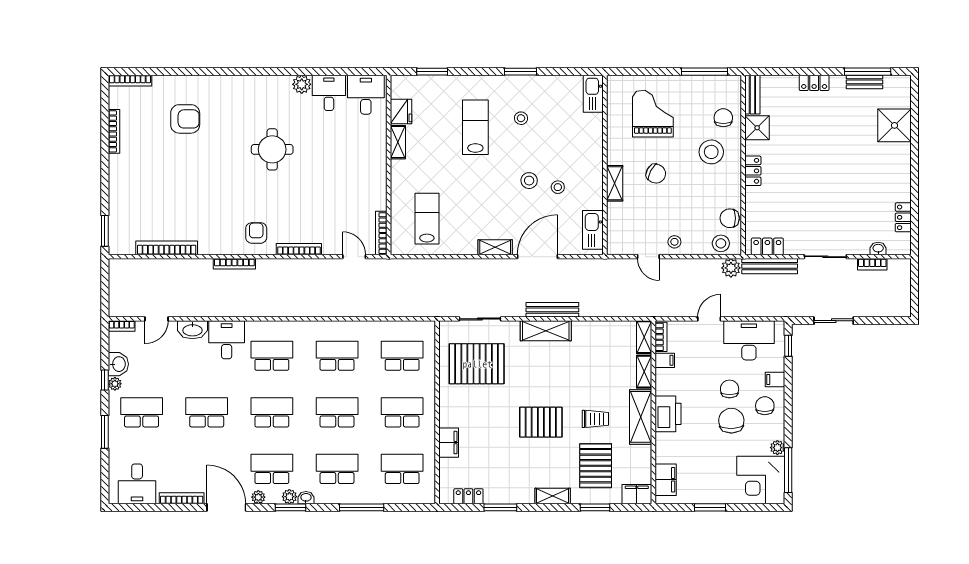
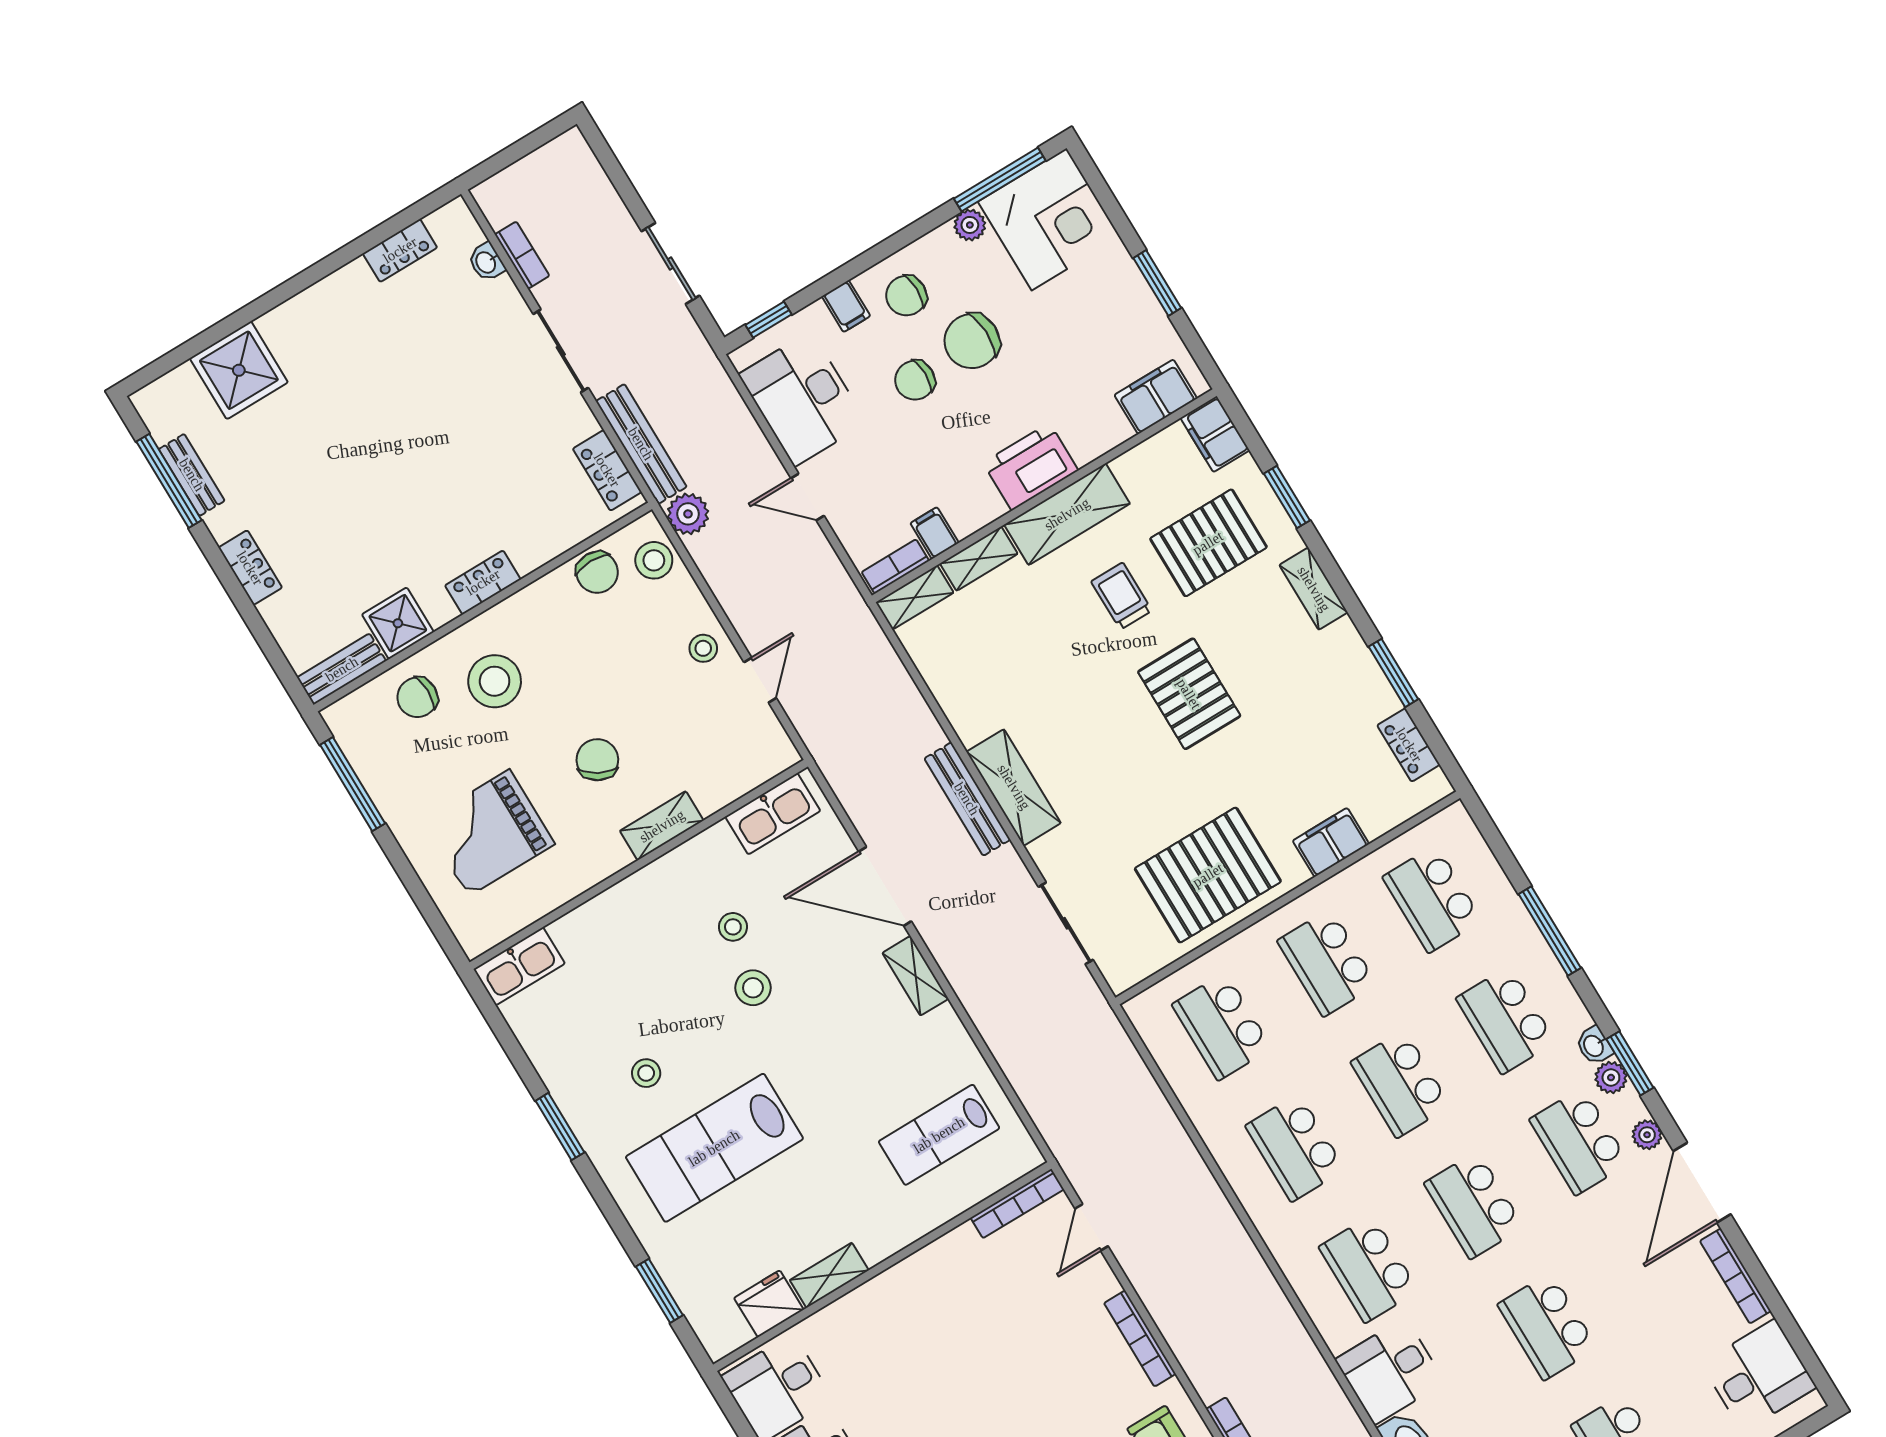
lab bench: (475, 127) -> (714, 1148), width x1.36, depth x1.39
pallet: (477, 364) -> (1208, 875), moved, turned 90

